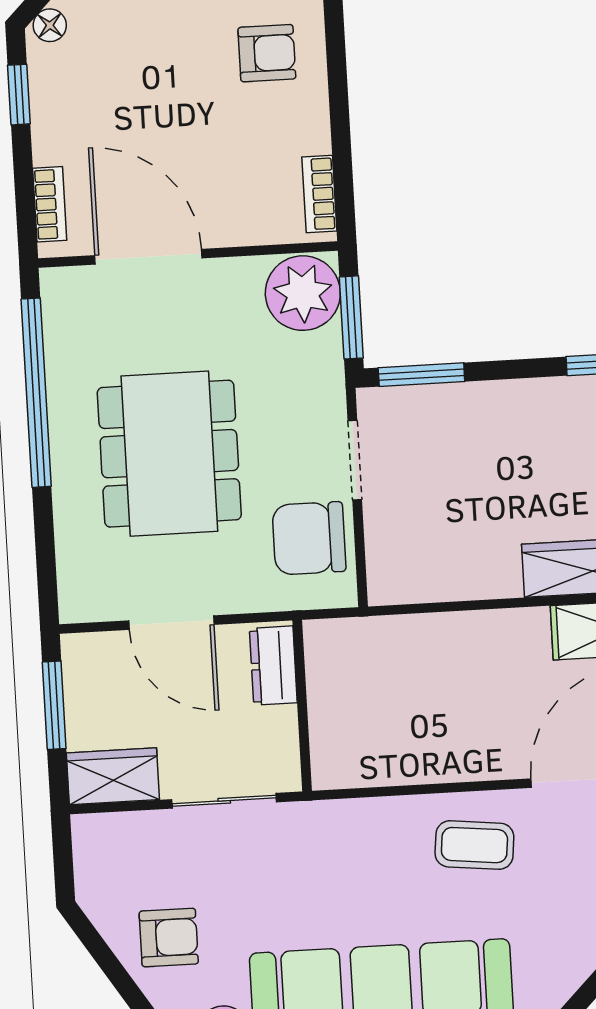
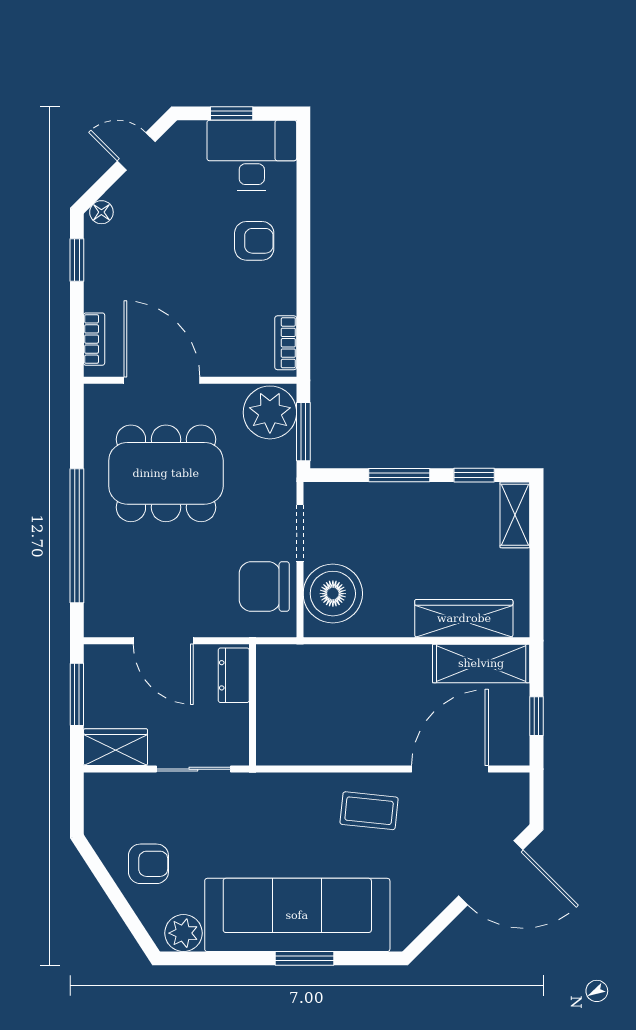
window: (421, 375) -> (399, 475), moved
window: (36, 393) -> (77, 536), moved
dining table: (169, 454) -> (166, 473), moved, turned 90
boiler: (406, 543) -> (333, 594), added

